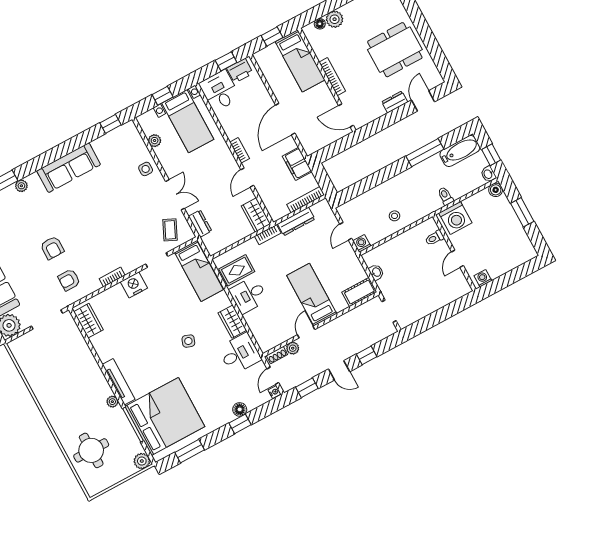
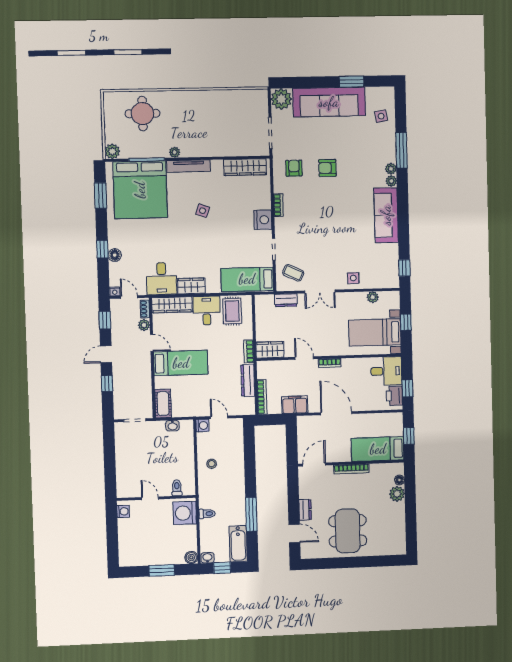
plant: (33, 179) -> (391, 181), added
wardrobe: (88, 321) -> (245, 167), width x1.50
wardrobe: (260, 331) -> (172, 305), added
side table: (188, 341) -> (203, 211), moved

